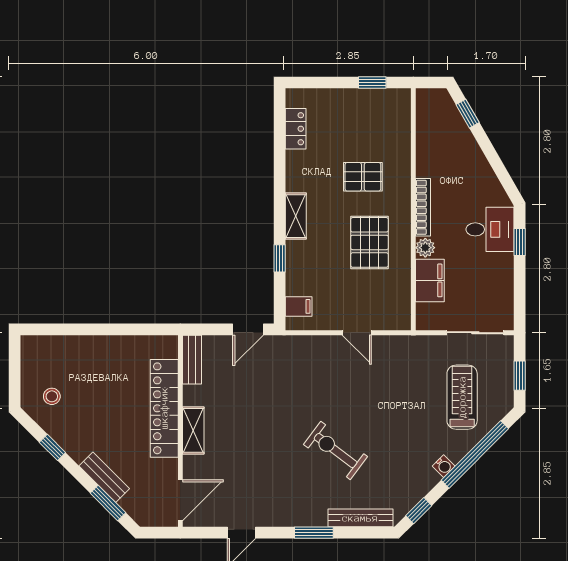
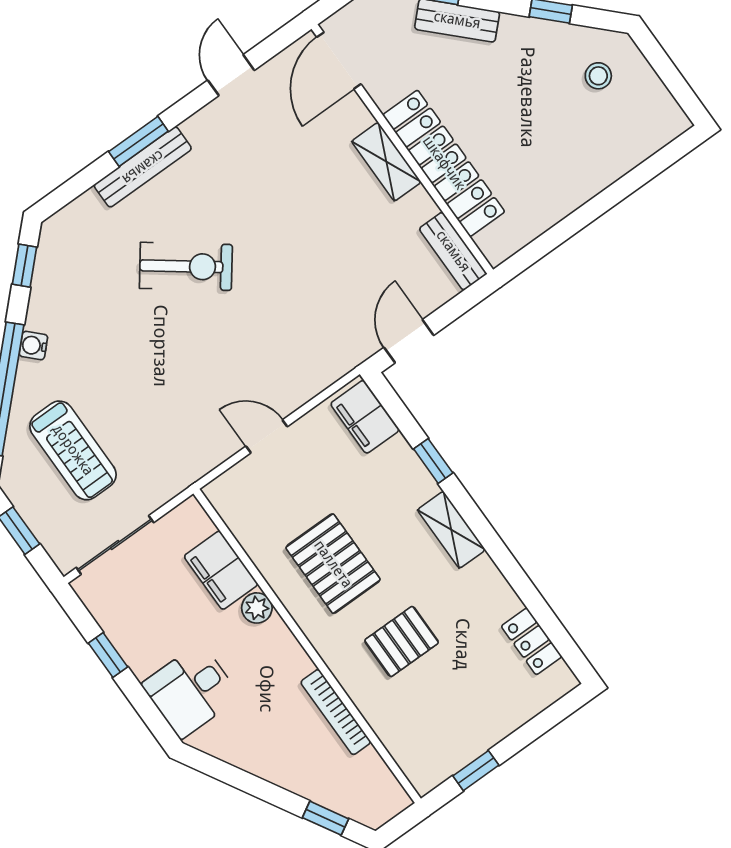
bookcase: (423, 207) -> (336, 712), moved
window: (520, 242) -> (108, 655), moved
filing cabinet: (299, 306) -> (365, 417), width x2.00
bench: (360, 518) -> (143, 167), moved

